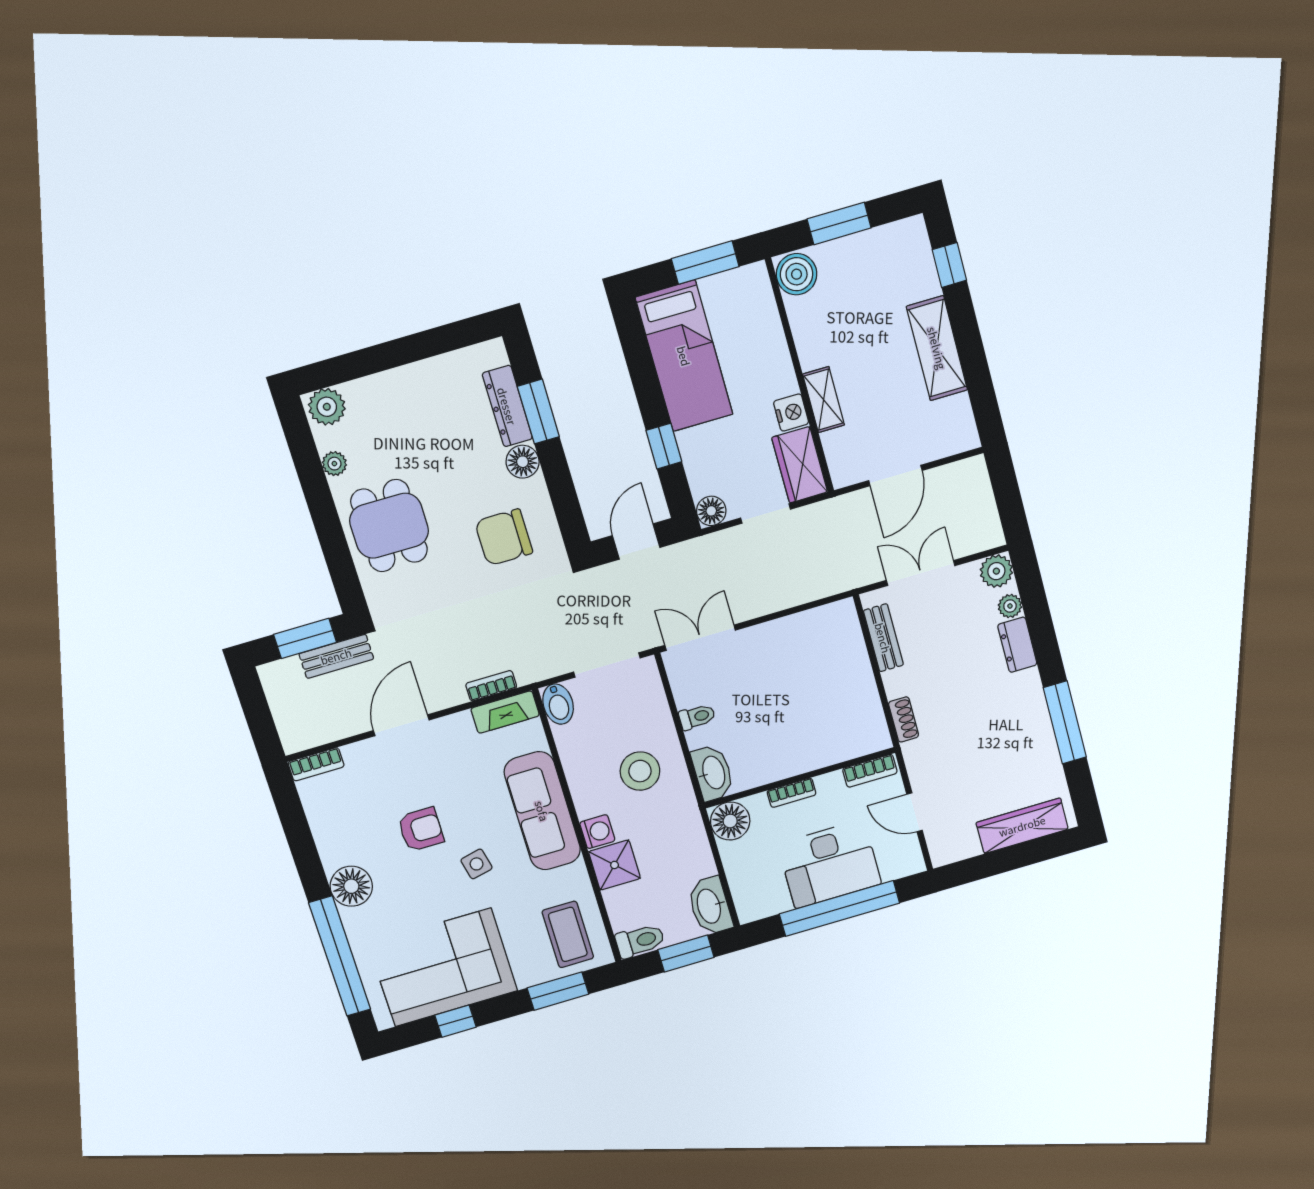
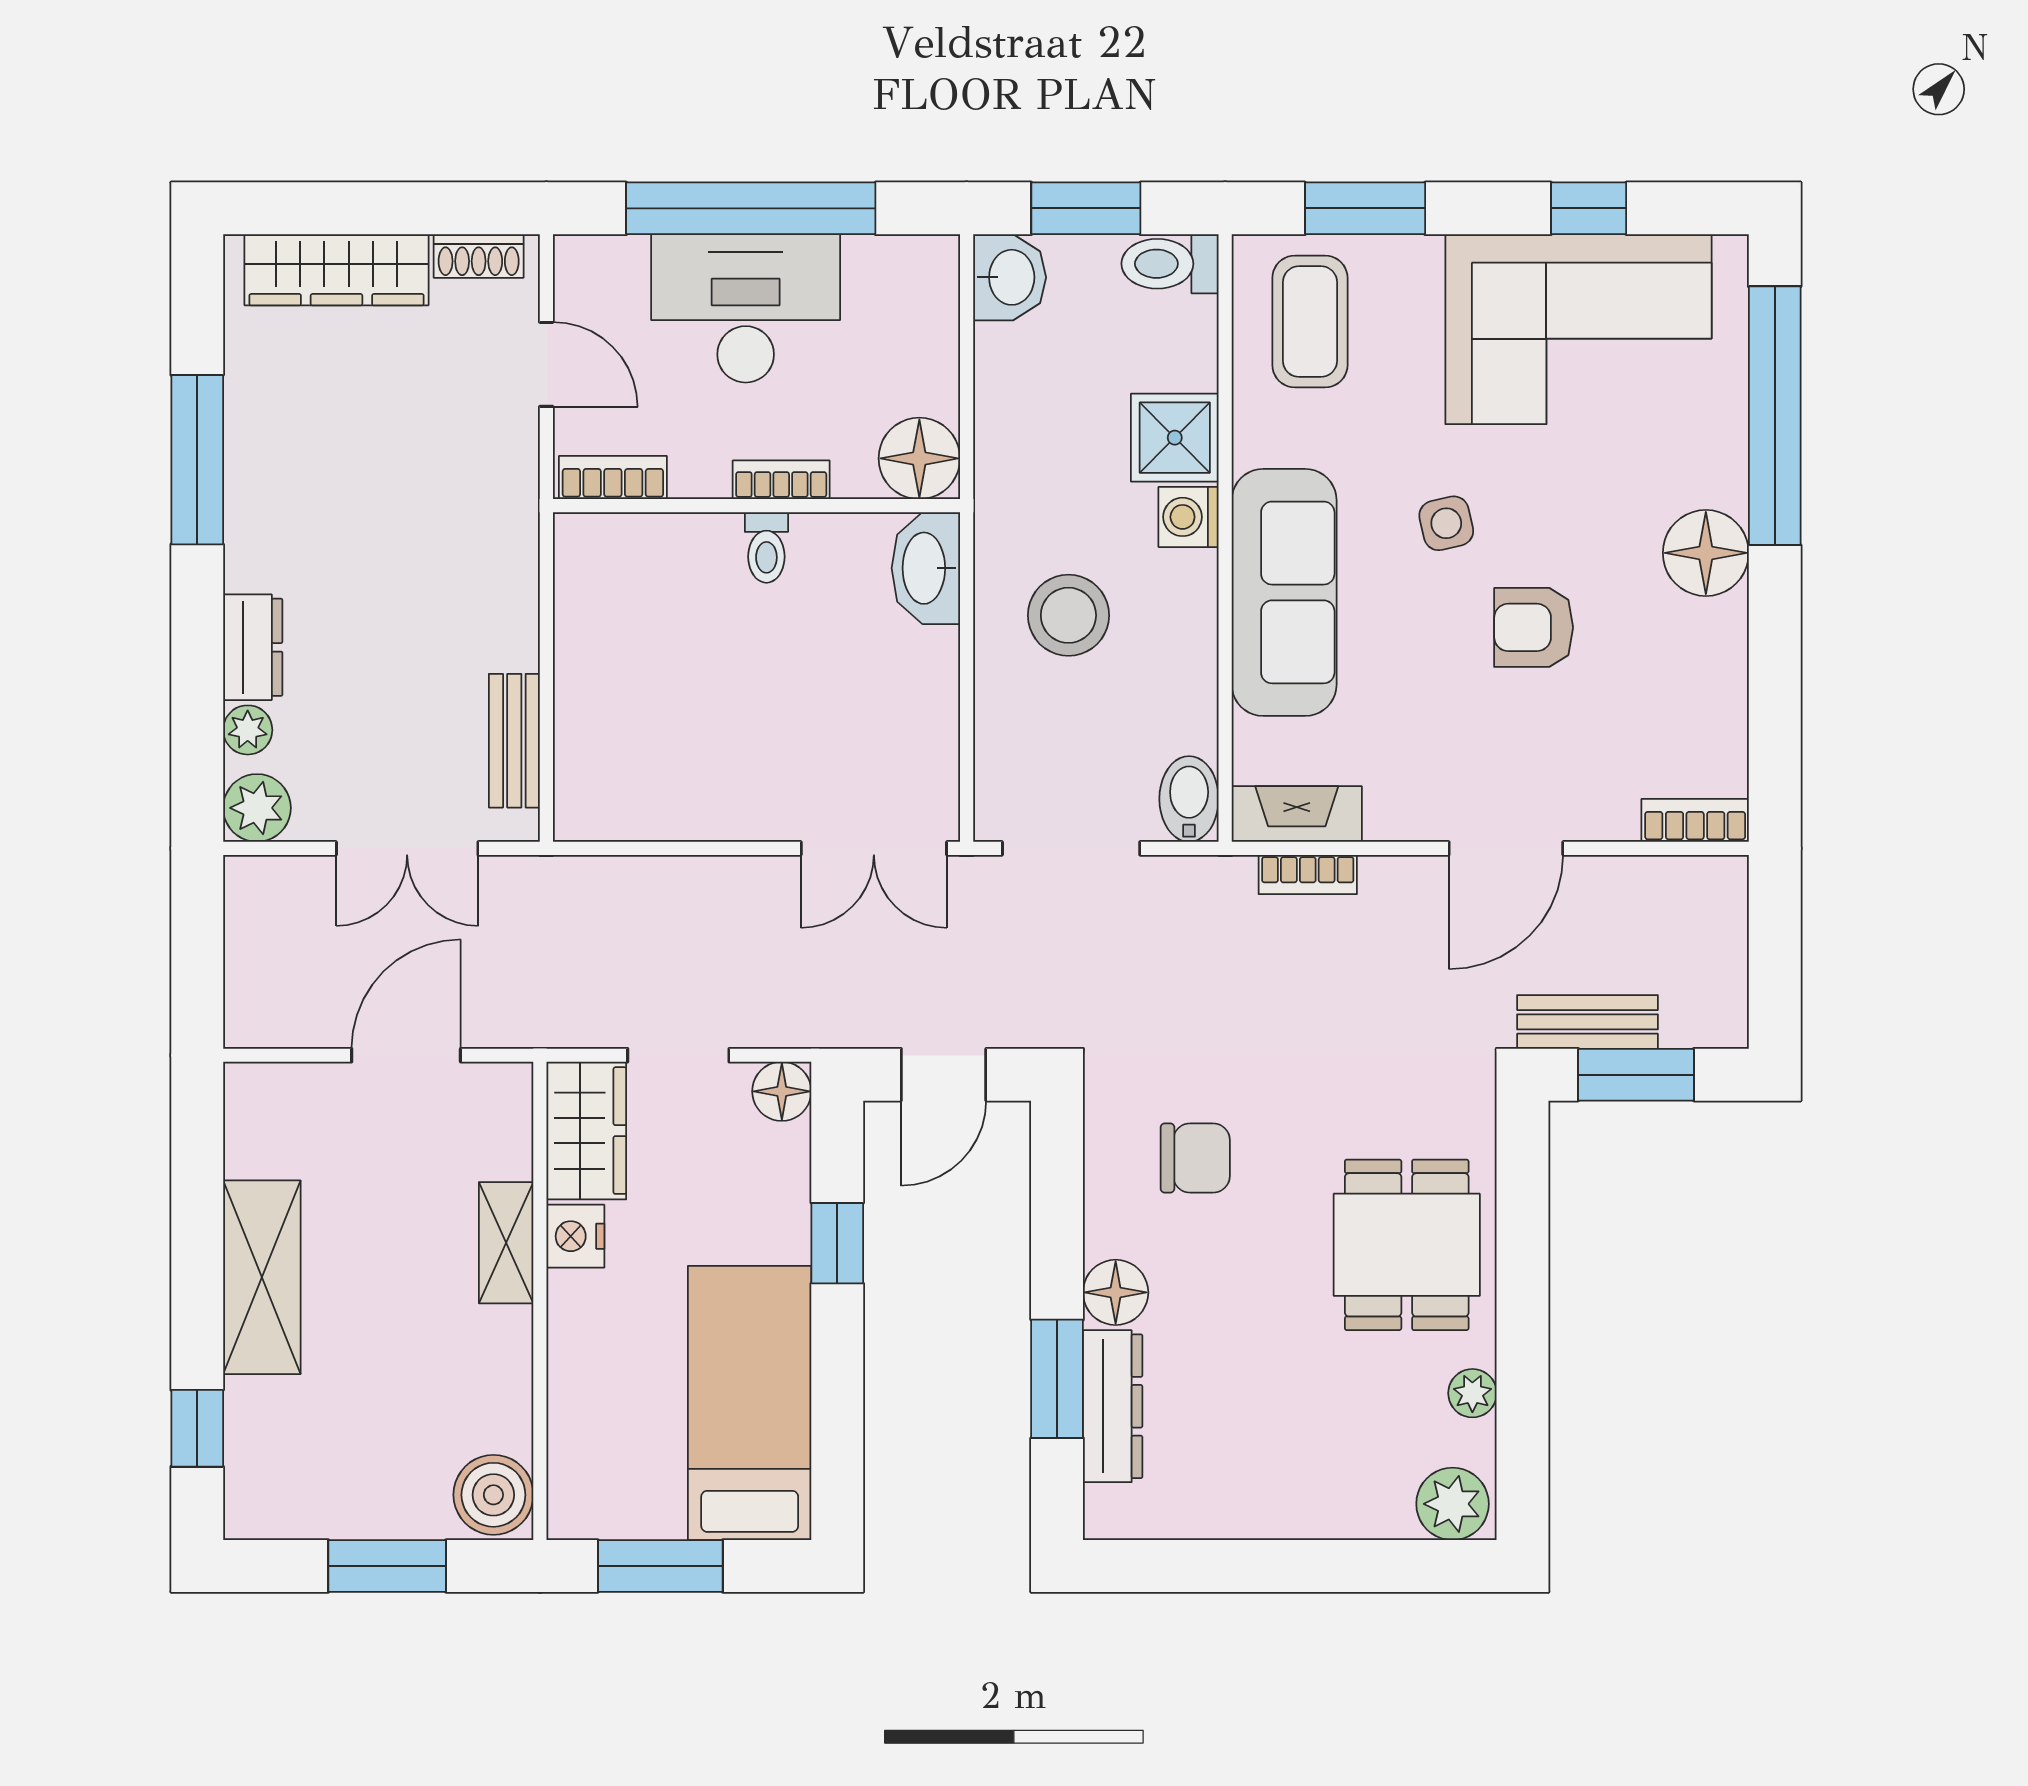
chair: (504, 537) -> (1195, 1158), width x0.73, depth x0.73
toilet: (697, 717) -> (766, 547), moved, turned -90
shoe rack: (904, 719) -> (479, 256), moved, turned -90
washbasin: (710, 906) -> (1010, 277), width x0.72

